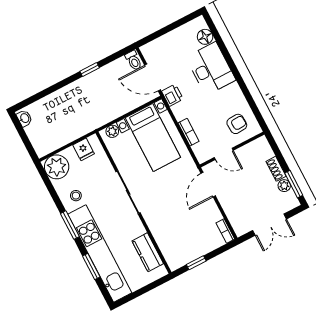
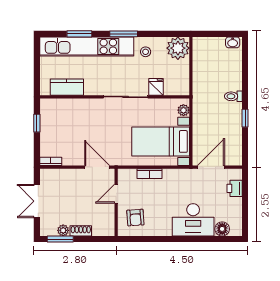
toilet: (134, 61) -> (233, 96), moved
printer: (172, 95) -> (235, 188), moved, turned 90
fridge: (84, 149) -> (156, 87), moved, turned 90

